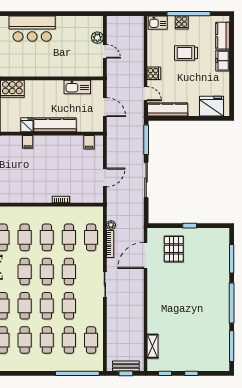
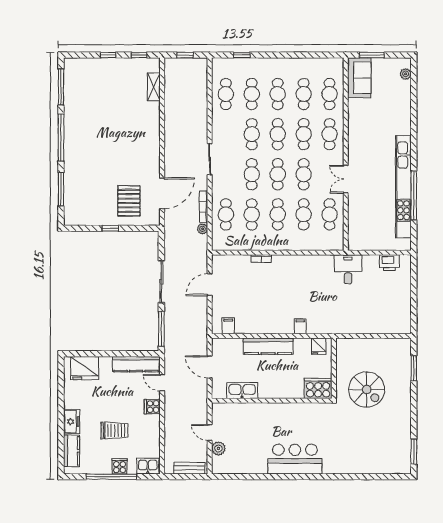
fridge: (27, 125) -> (319, 346), moved
bench: (126, 366) -> (189, 468), moved
window: (77, 373) -> (242, 55), width x0.32

